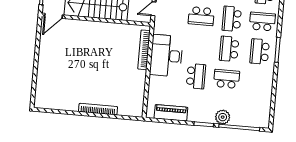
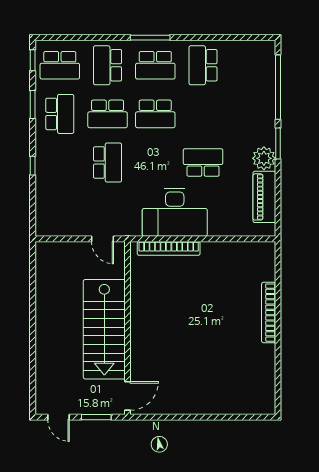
door: (53, 16) -> (128, 396), hinge flipped
school desk: (227, 79) -> (203, 65), moved
plant: (223, 117) -> (264, 158), moved

